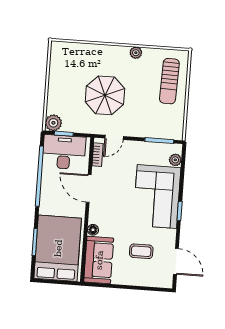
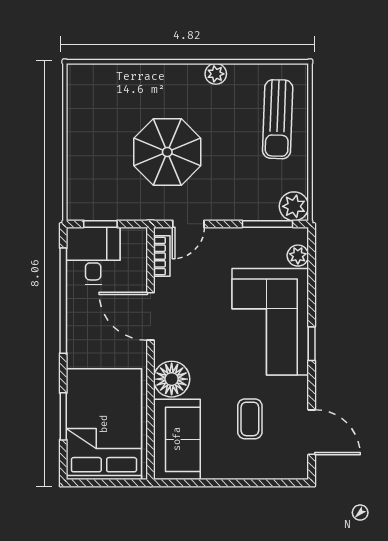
plant: (53, 123) -> (294, 206), moved
desk: (64, 152) -> (93, 256), width x0.73
floor lamp: (93, 230) -> (172, 379), width x1.89, depth x1.89
coffee table: (141, 251) -> (250, 419), turned 90

